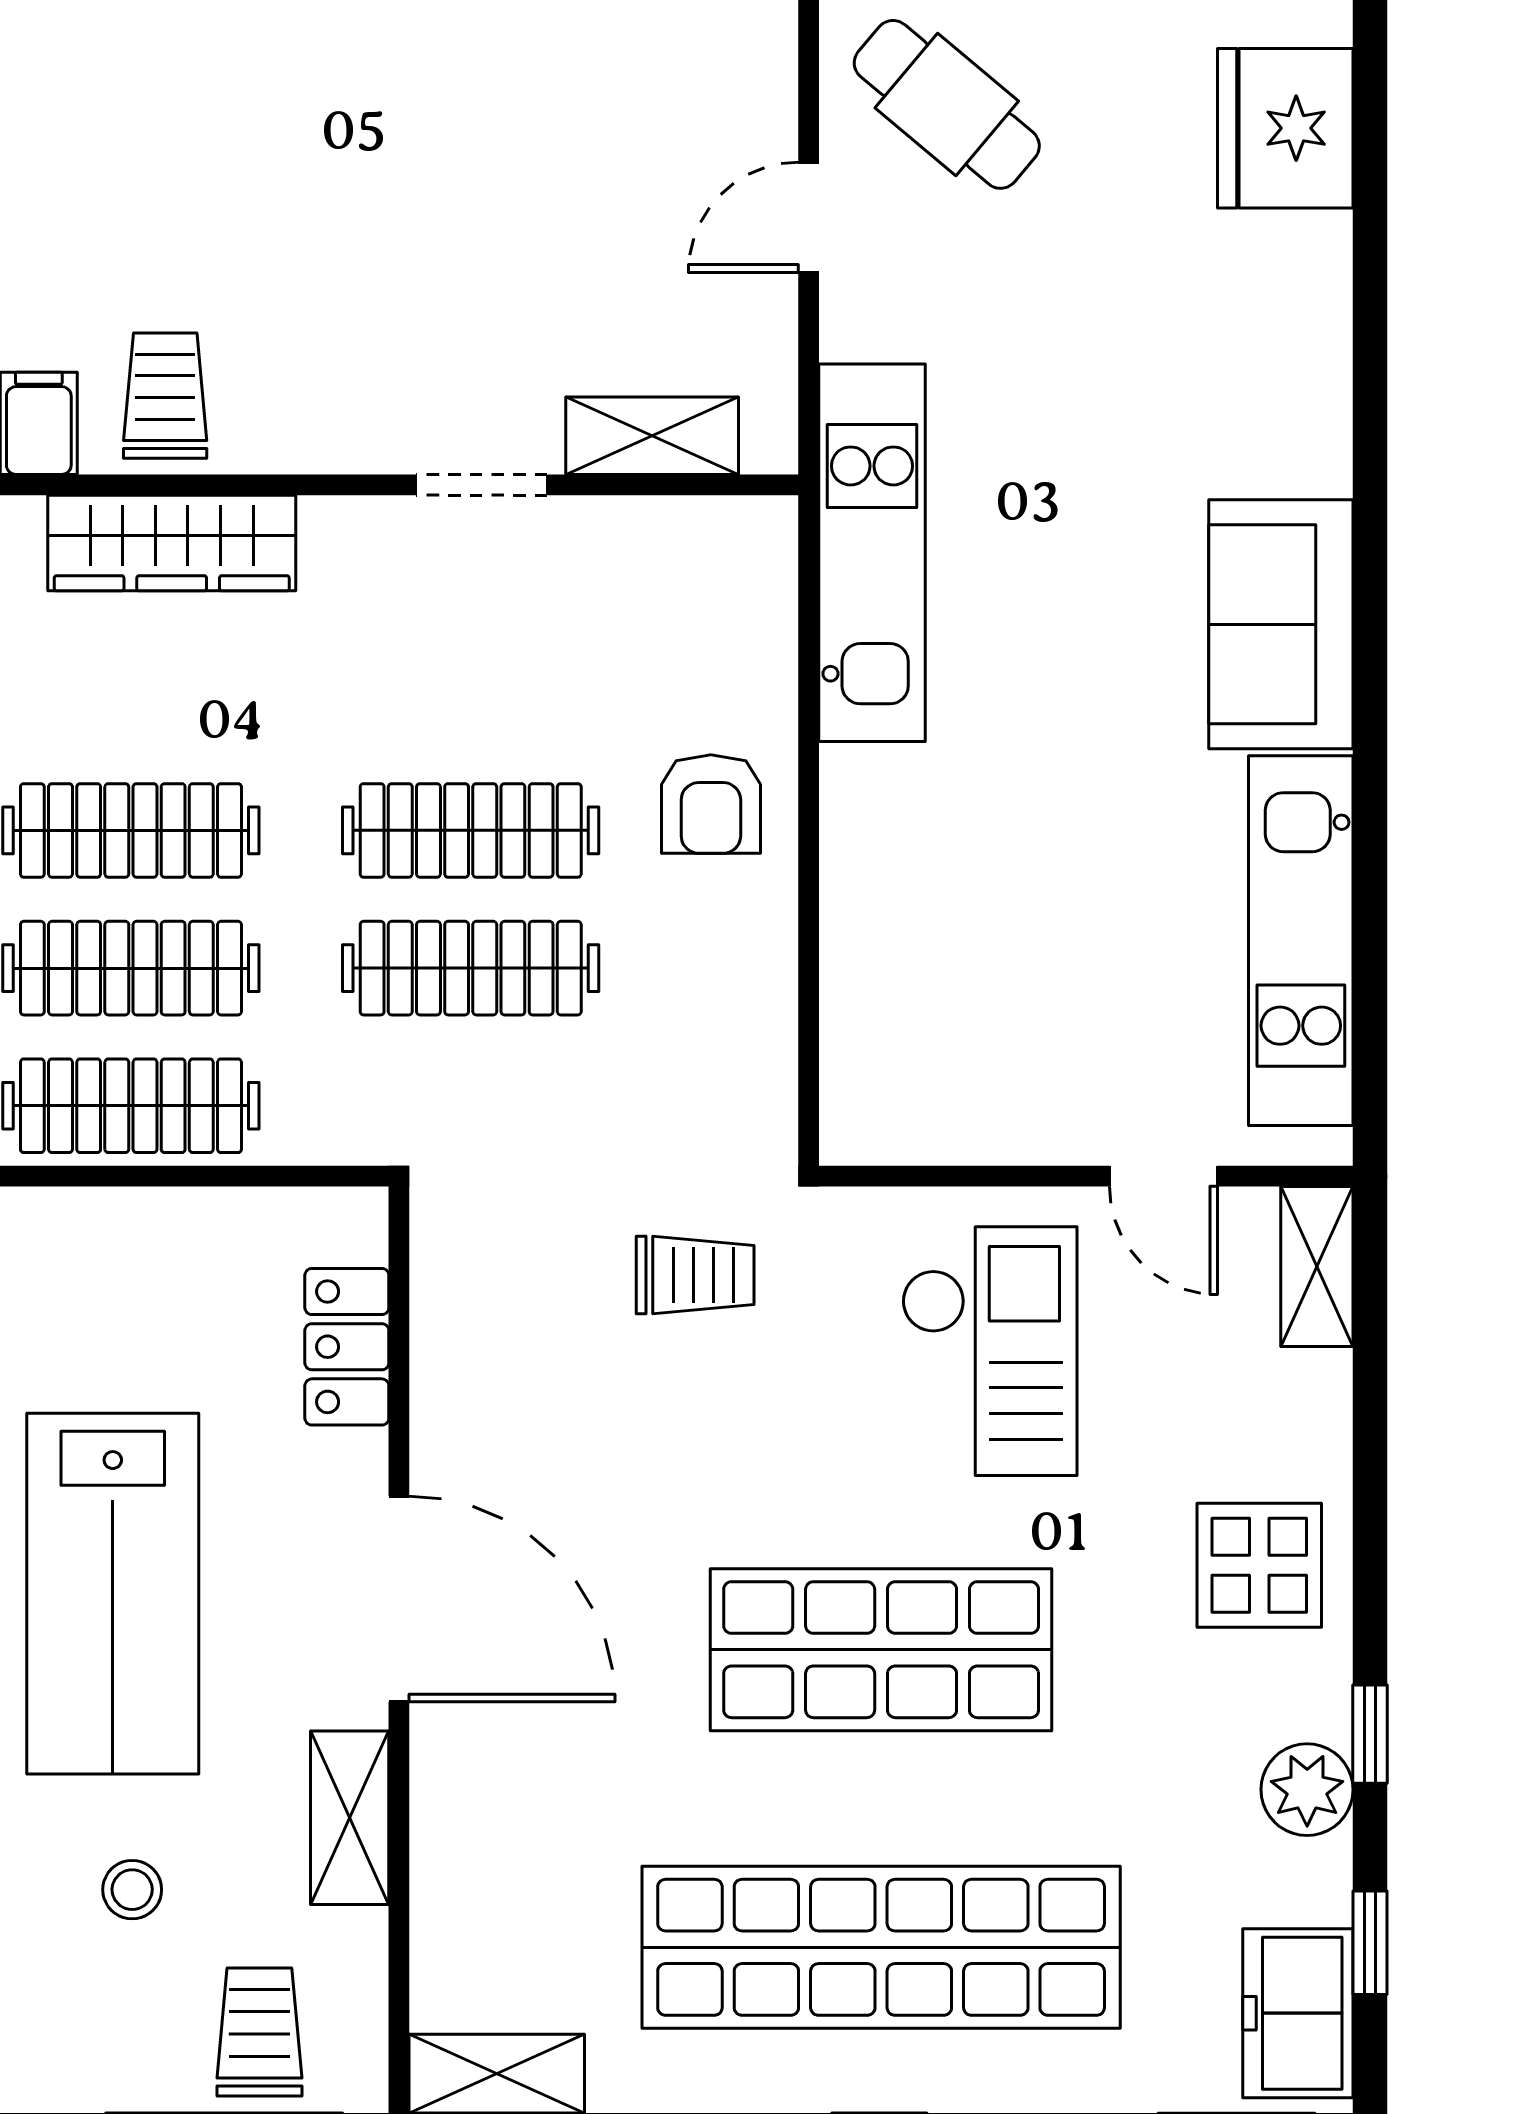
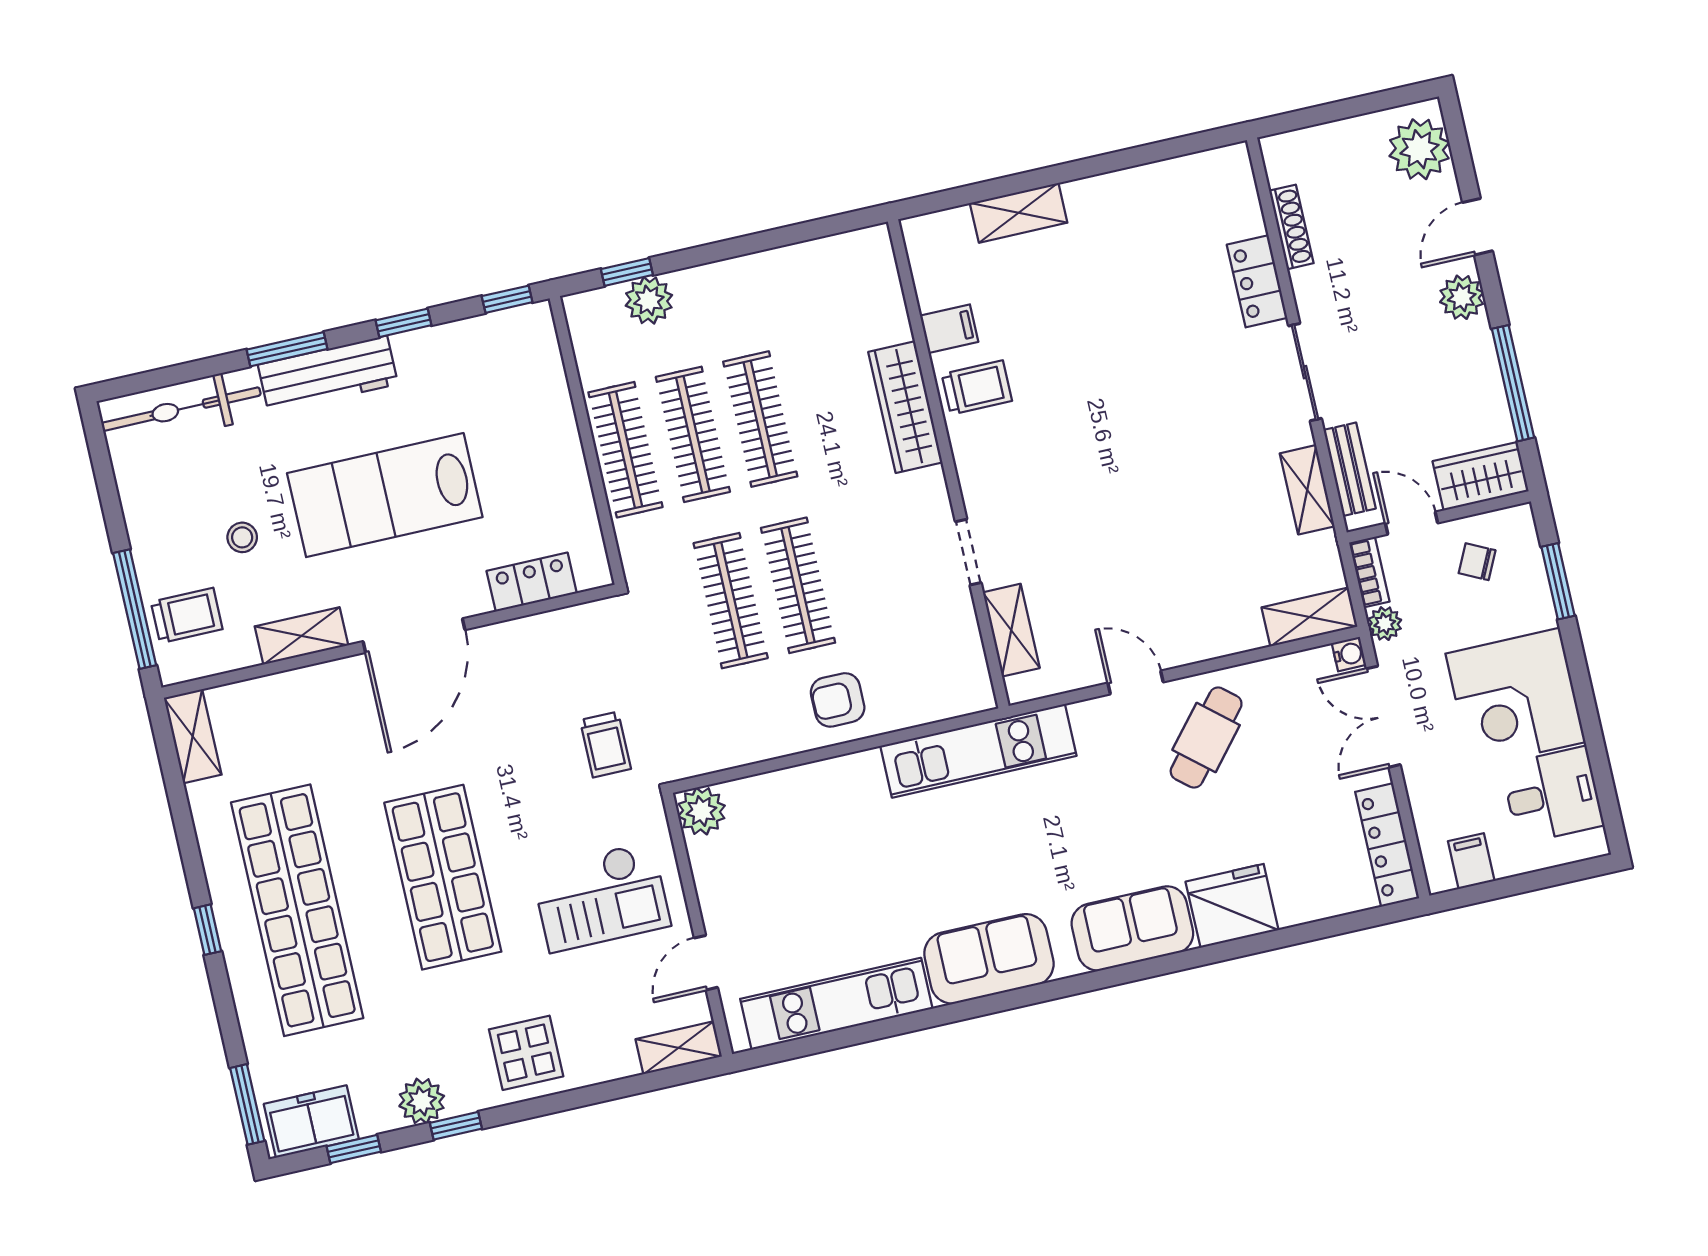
sofa: (1285, 332) -> (1132, 928), added
plant: (867, 1118) -> (701, 811), added

